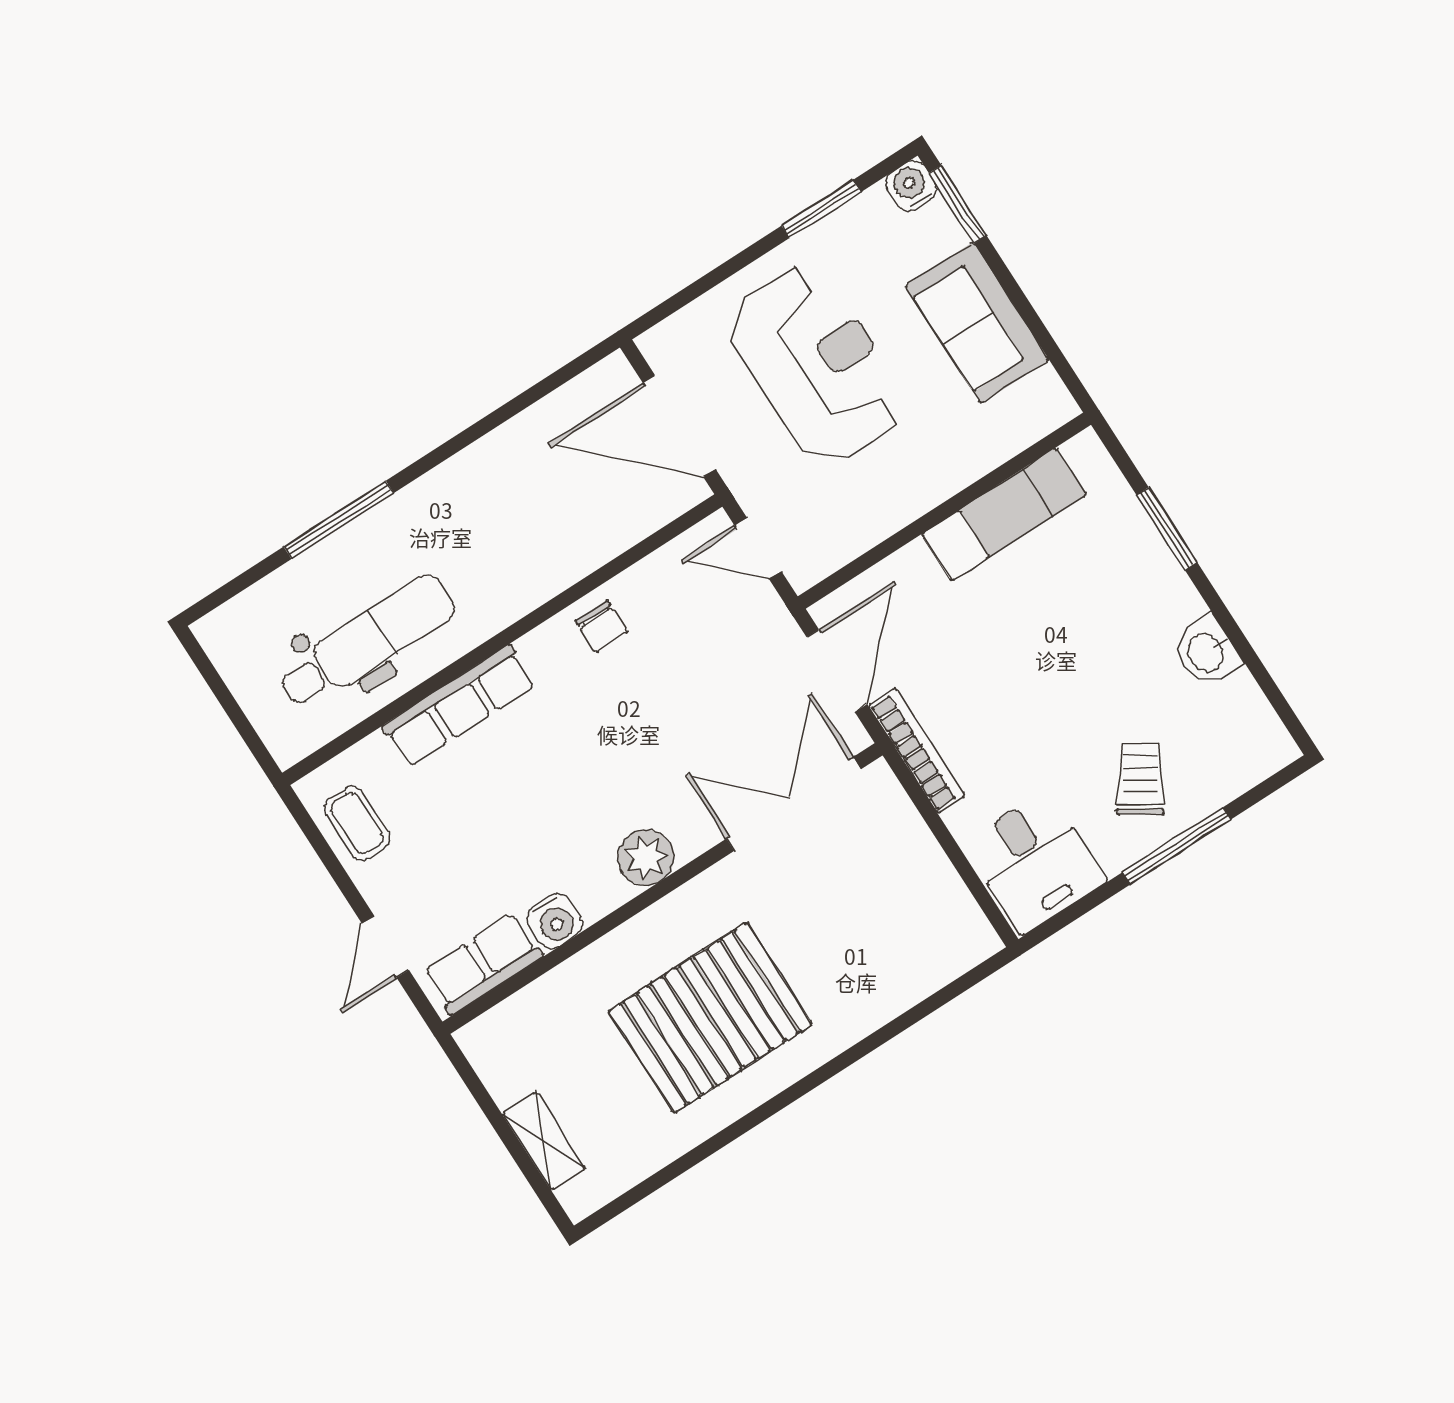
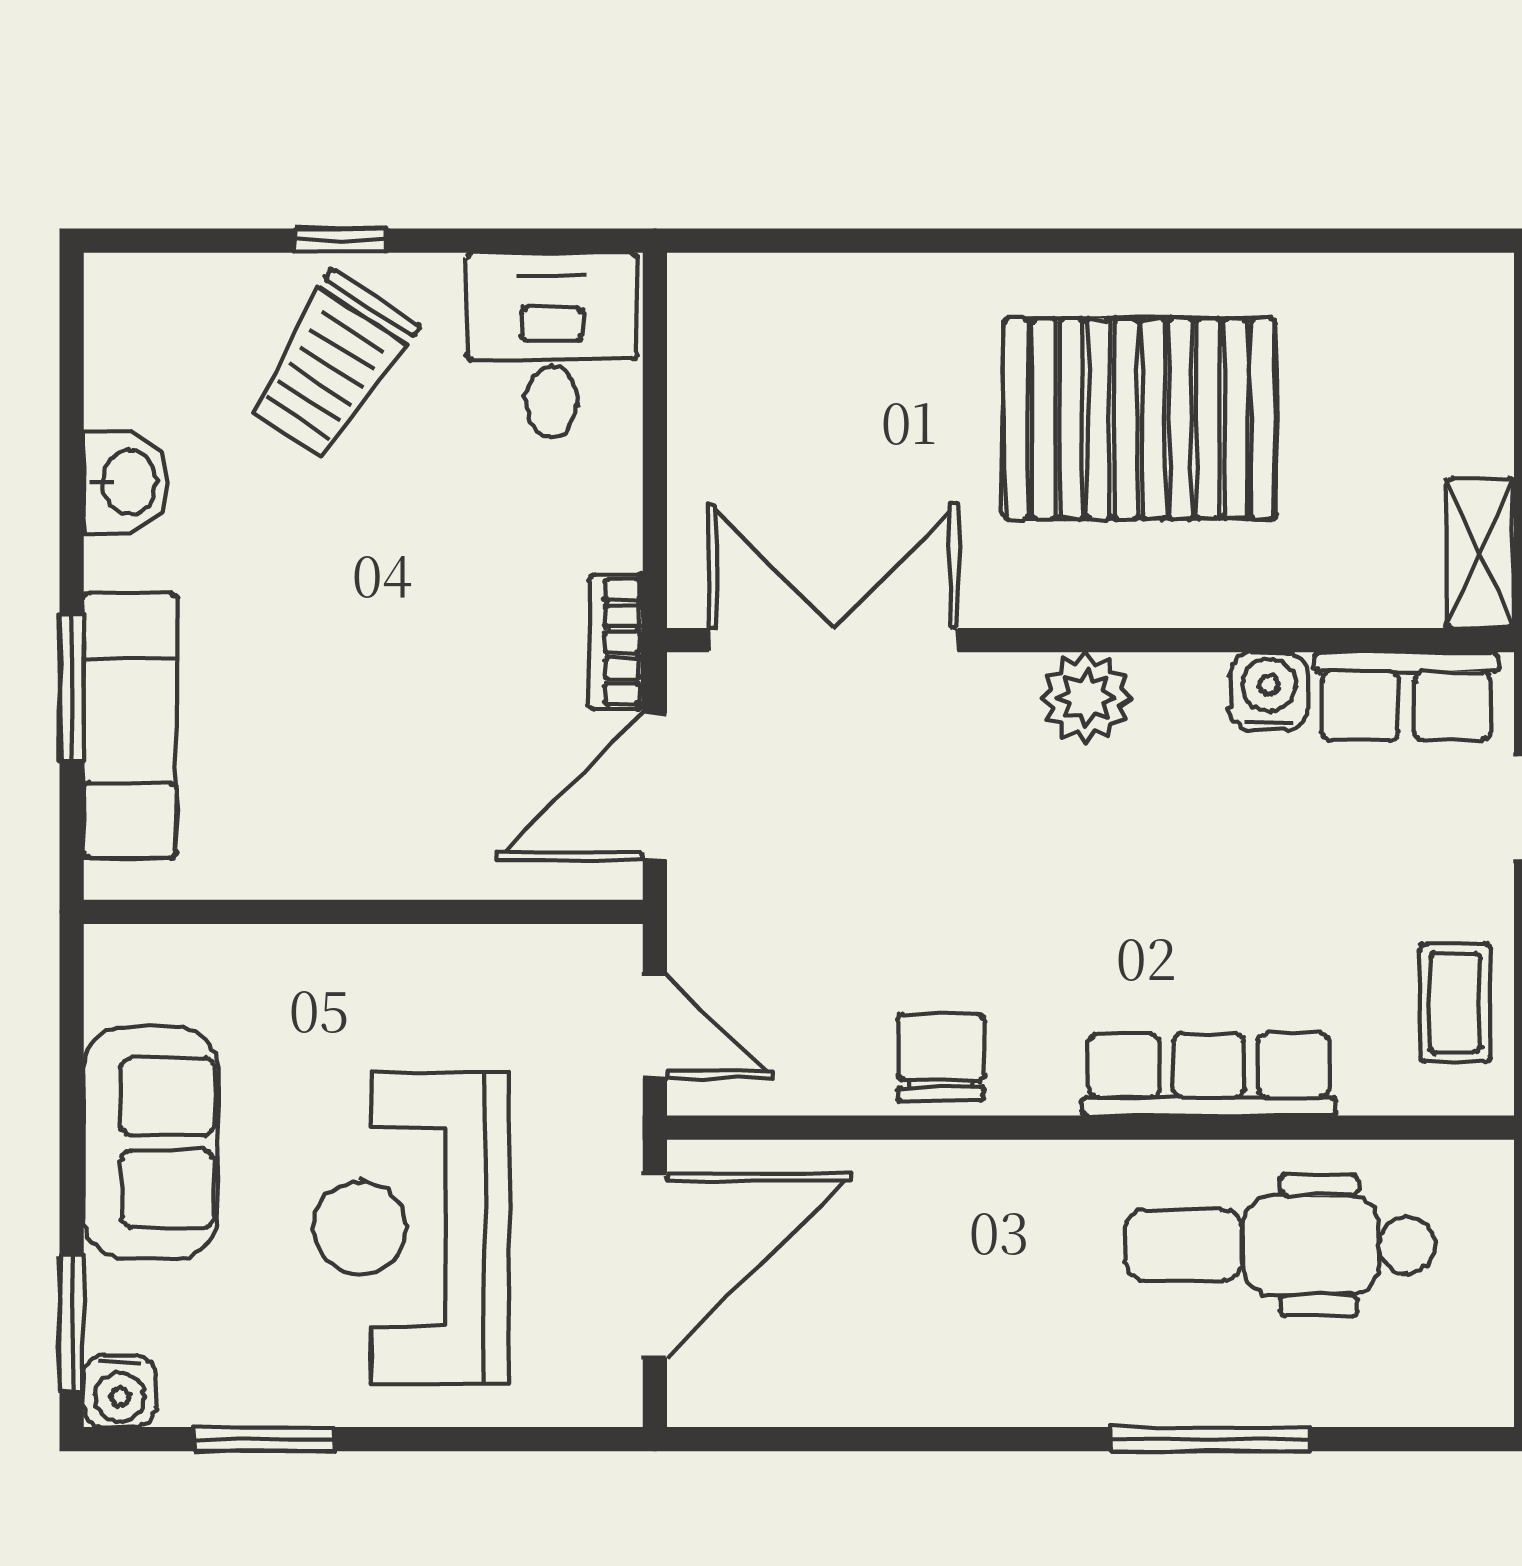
door: (679, 426) -> (655, 1265), hinge flipped
exam couch: (1004, 514) -> (130, 725), moved, turned 90
chair: (602, 626) -> (941, 1057), width x1.37, depth x1.37
bookcase: (917, 751) -> (616, 642), width x0.64
trolley: (1140, 779) -> (332, 366), width x1.36, depth x1.39
double door: (794, 804) -> (833, 640), swing flipped
window: (1177, 846) -> (341, 241), width x0.46
shelving: (544, 1141) -> (1480, 553), moved

